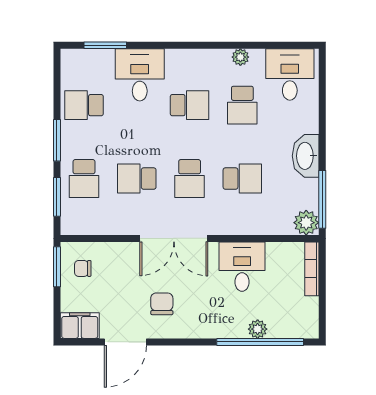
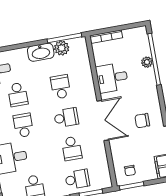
school desk: (242, 105) -> (18, 94), turned 90
plant: (306, 223) -> (62, 48), moved

